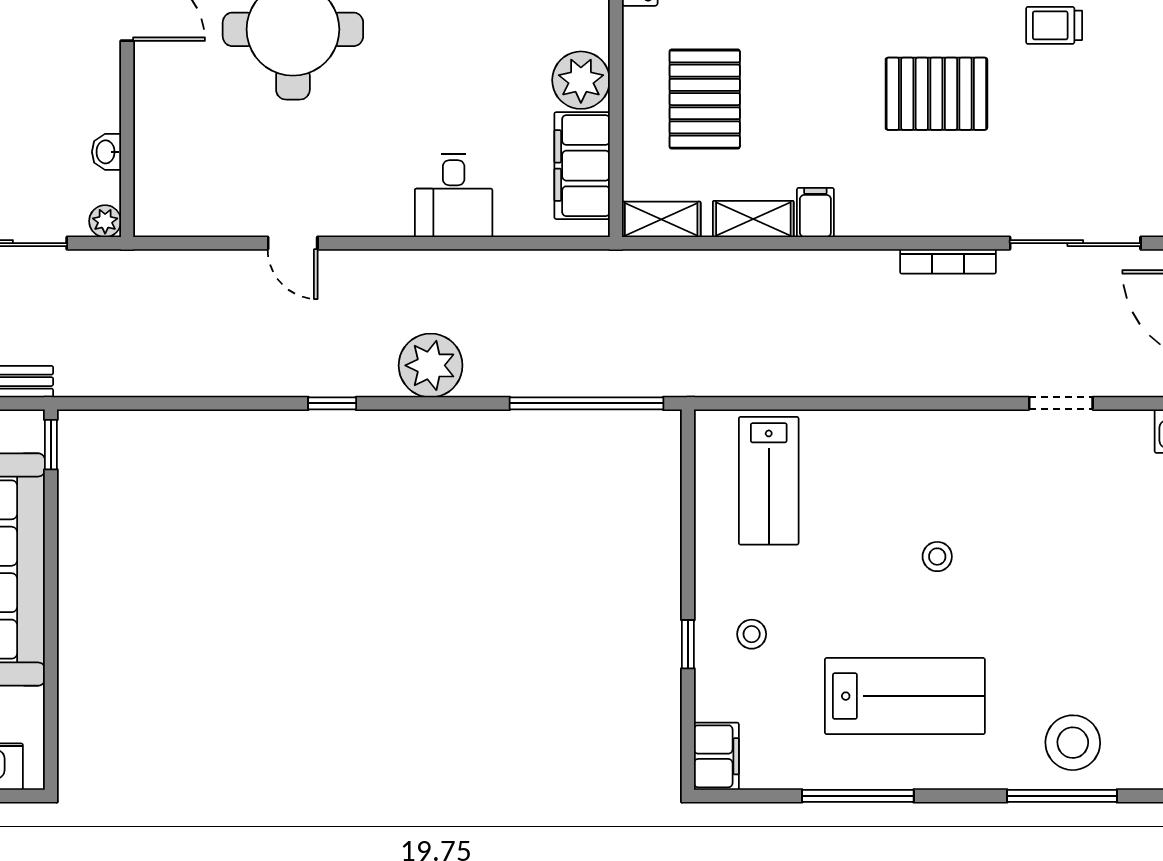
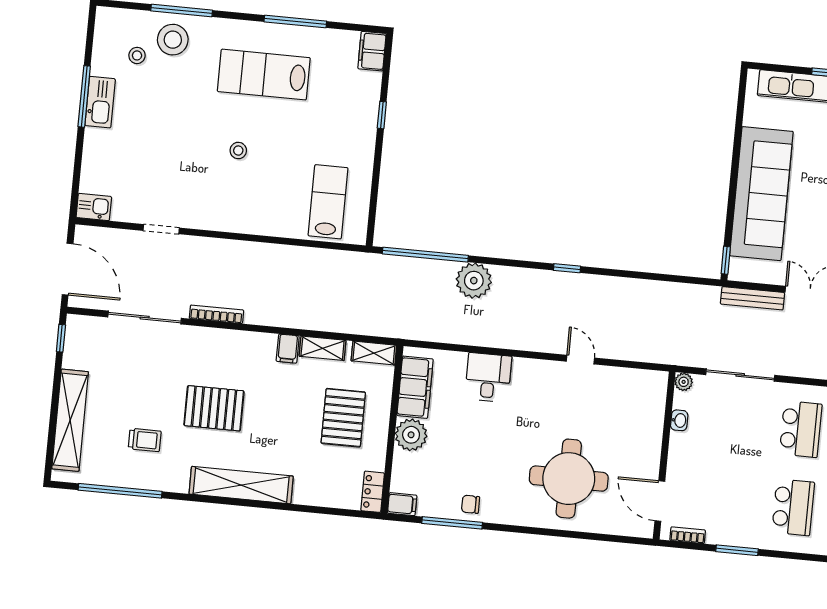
plant: (431, 365) -> (474, 281), moved
stool: (752, 634) -> (137, 55), moved

